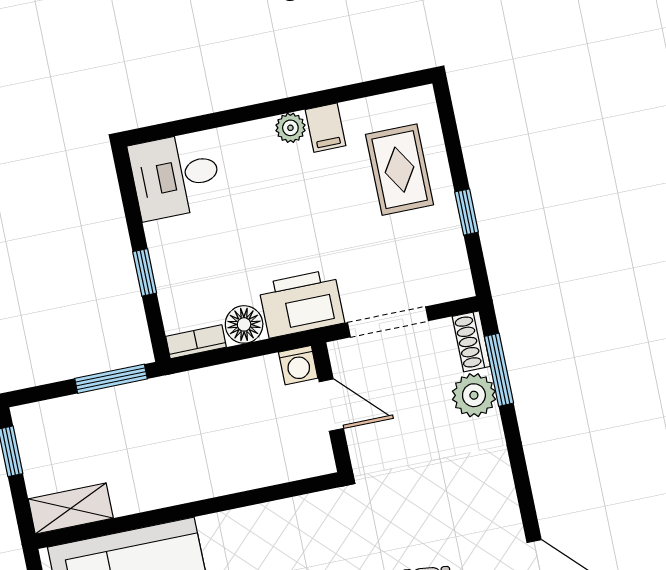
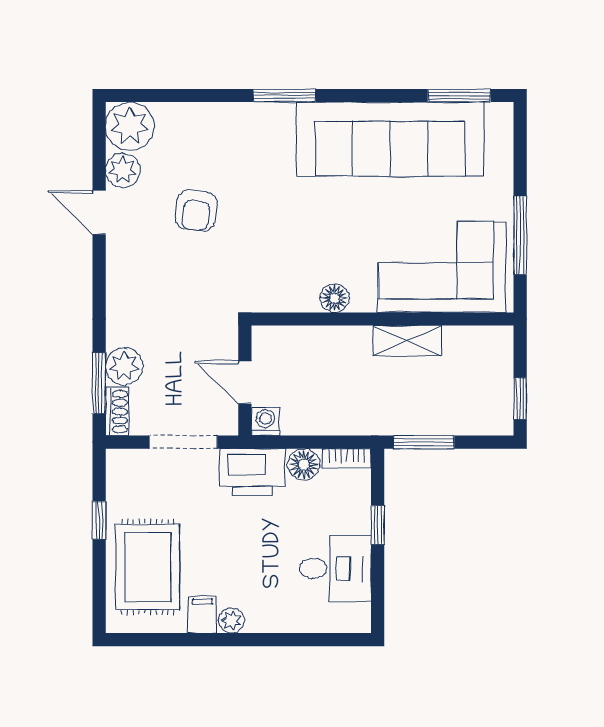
rug: (400, 170) -> (148, 567), width x1.36, depth x1.43
desk: (176, 176) -> (335, 568), moved
shelving: (71, 509) -> (407, 341), moved
floor lamp: (248, 523) -> (334, 298), added

